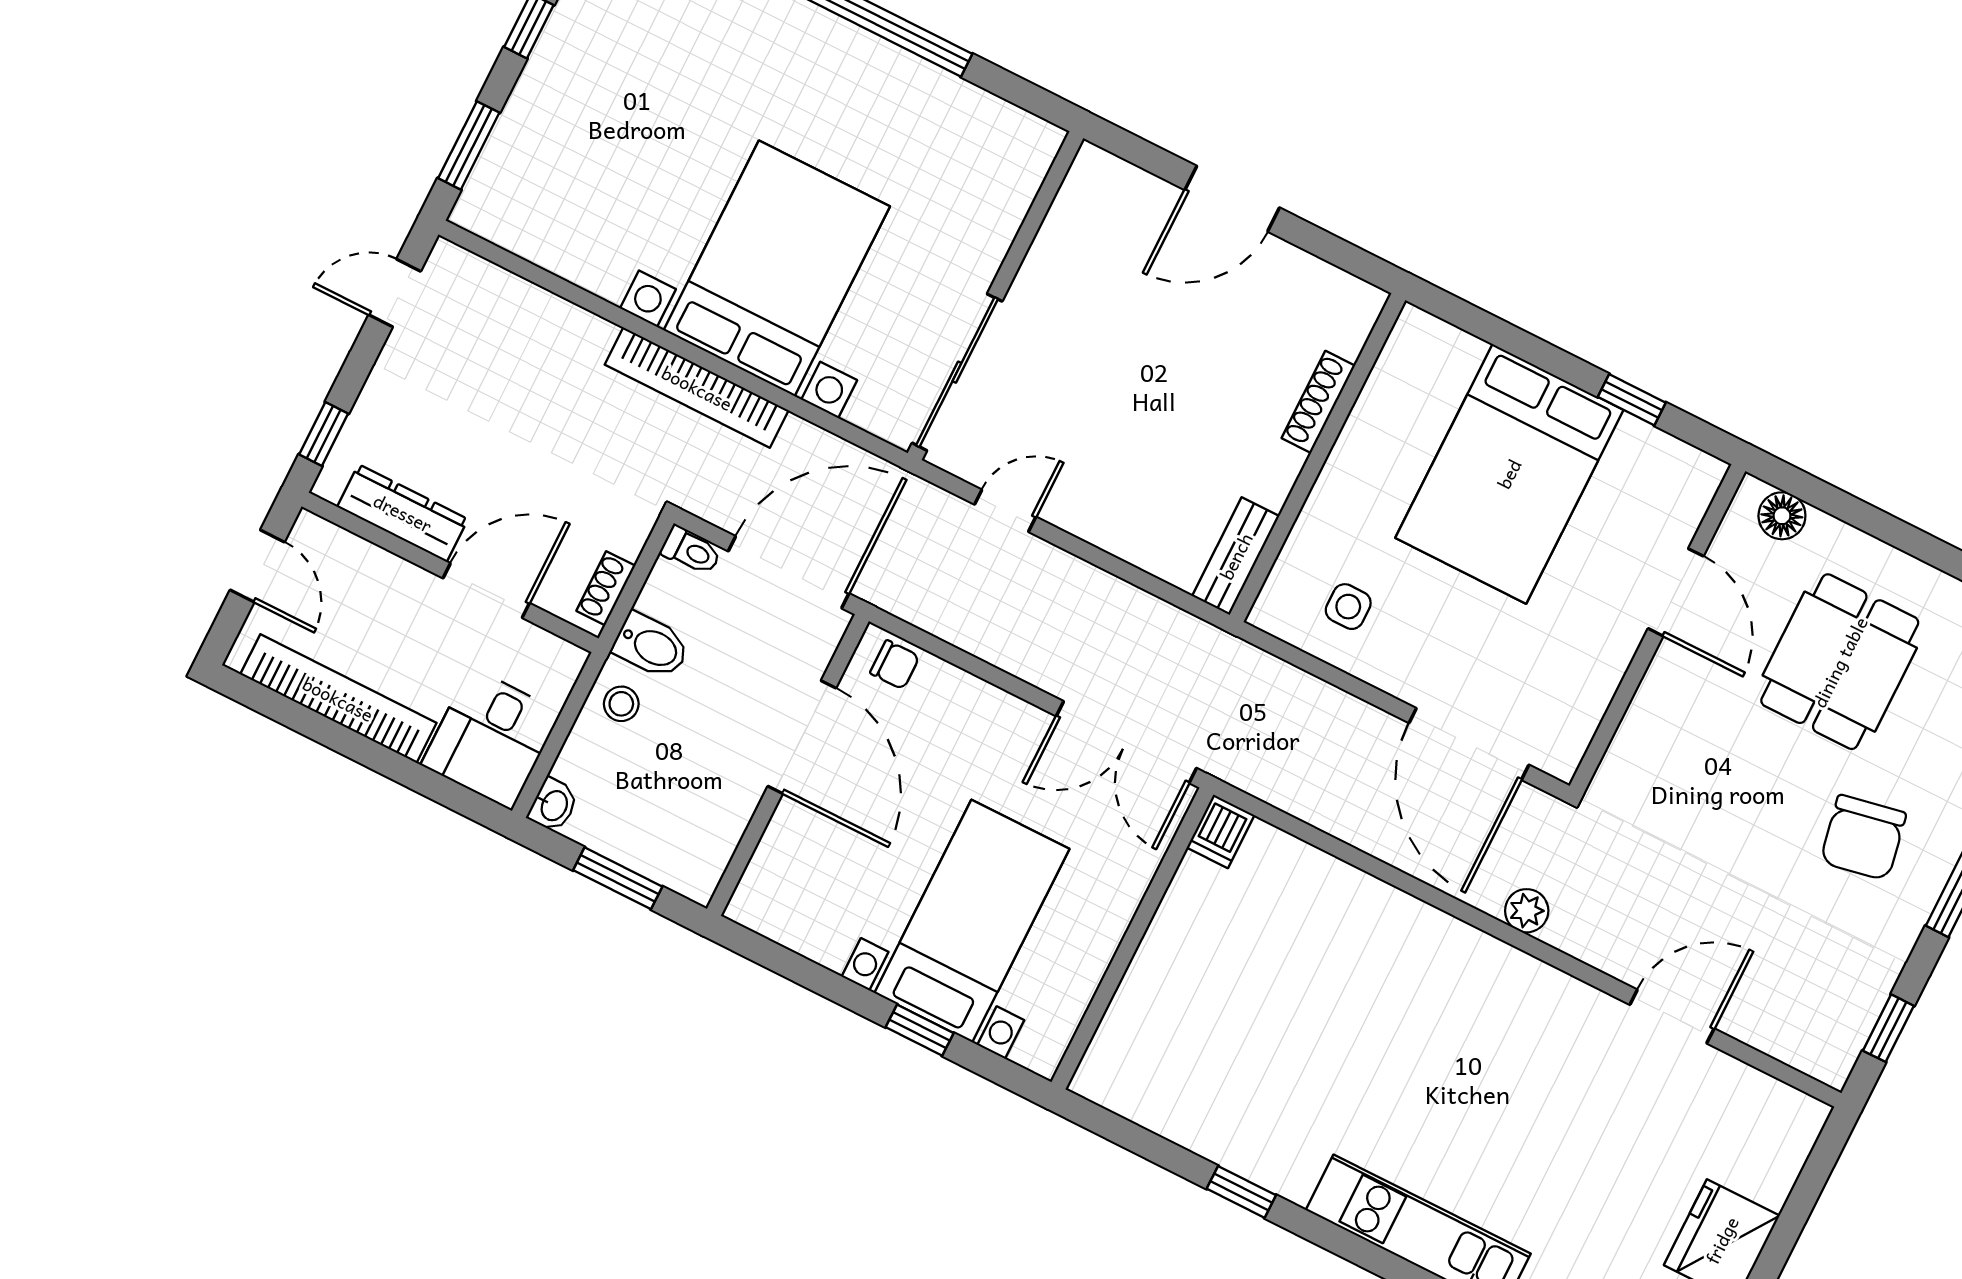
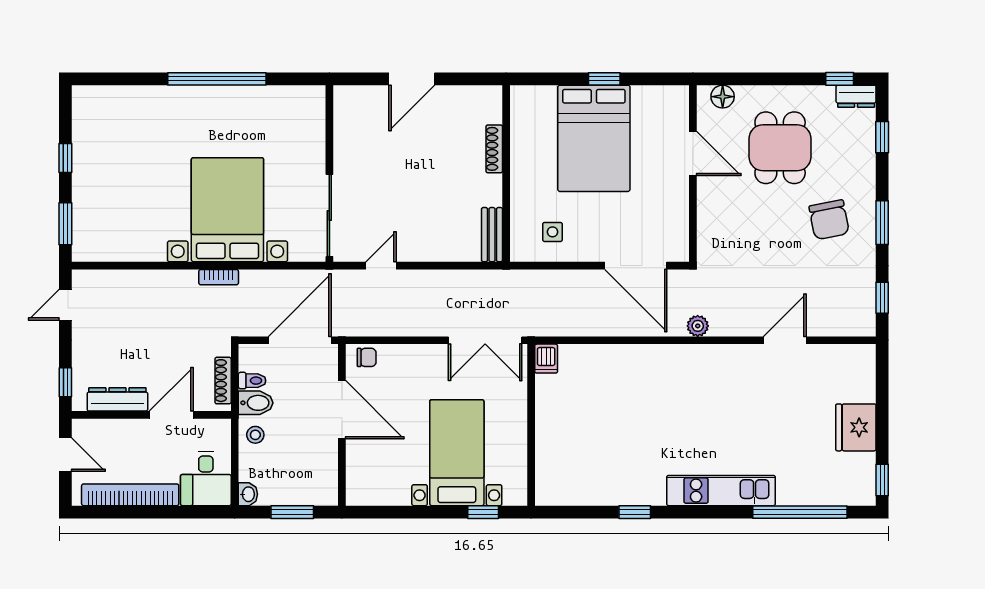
bookcase: (697, 388) -> (219, 277), width x0.43, depth x0.76
window: (1632, 400) -> (604, 79), moved
toilet: (691, 551) -> (252, 381), moved
shoe rack: (606, 588) -> (223, 381), width x1.43
window: (920, 1030) -> (483, 512), moved

